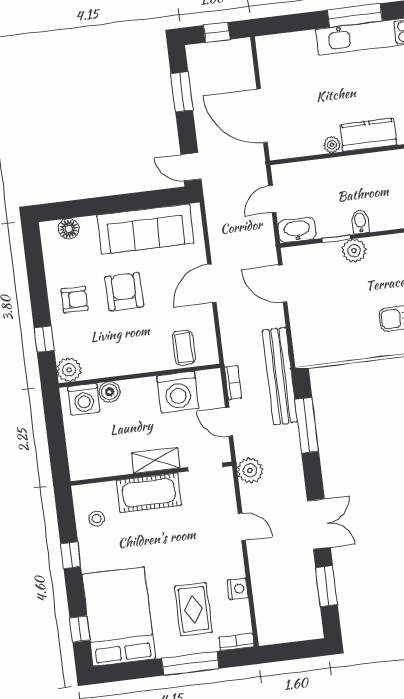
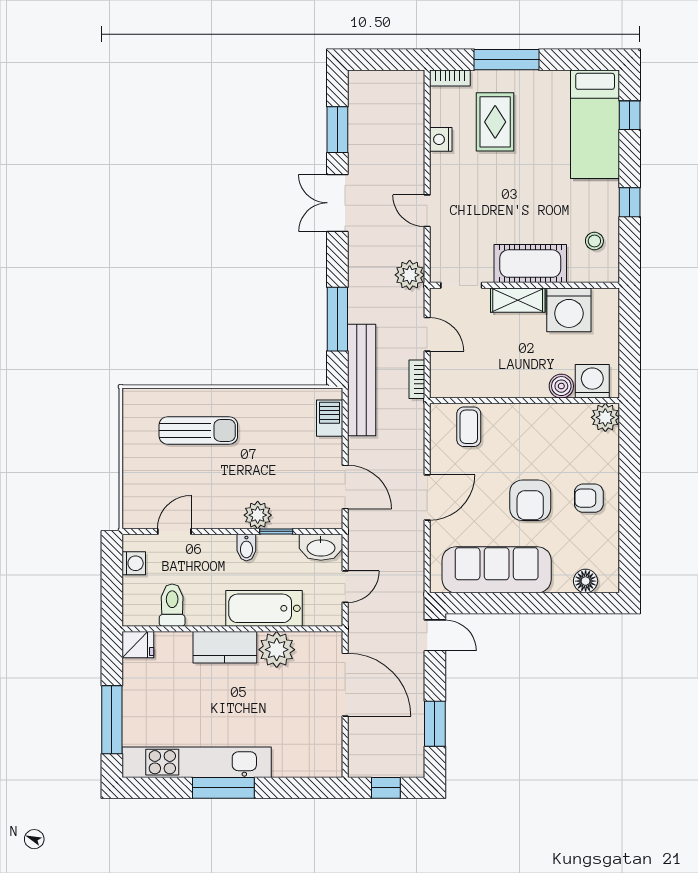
plant: (332, 145) -> (277, 650), width x1.88, depth x1.88
bathtub: (339, 172) -> (264, 608), added
window: (44, 339) -> (630, 457), removed
barbecue: (303, 340) -> (330, 418), added
washing machine: (178, 392) -> (569, 310), moved, turned 180
bed: (119, 617) -> (595, 124), width x0.67

